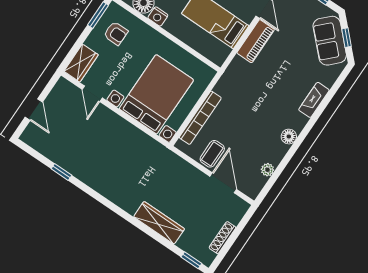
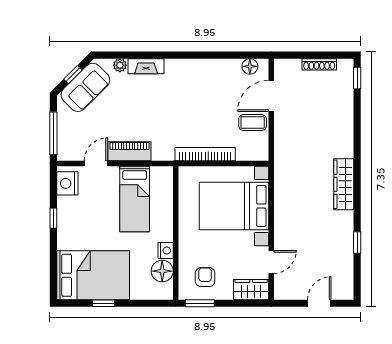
bookcase: (200, 118) -> (205, 154), moved
floor lamp: (289, 137) -> (250, 66), moved
plant: (267, 170) -> (120, 65), moved
wardrobe: (159, 223) -> (344, 184), moved

